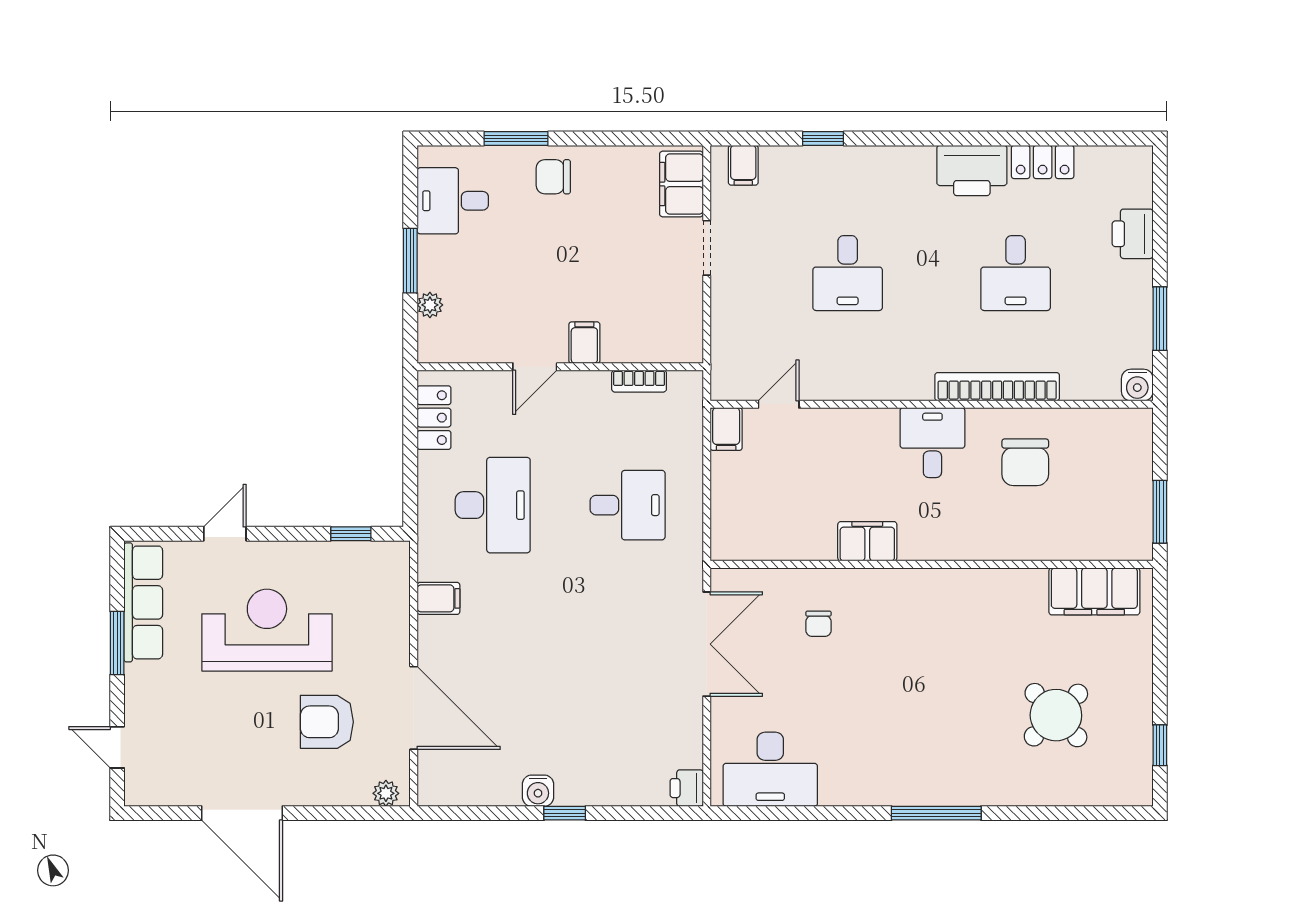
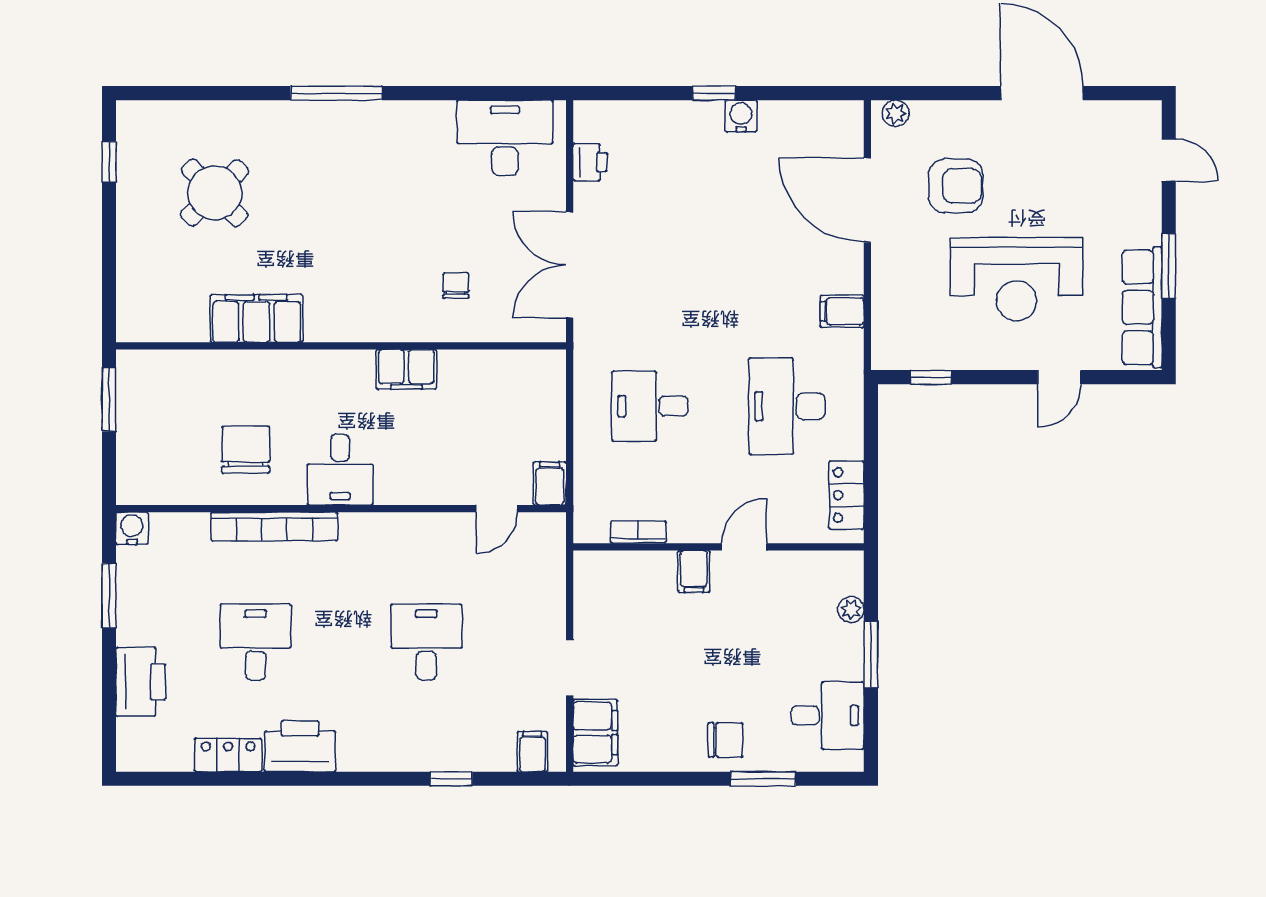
printer: (1133, 234) -> (141, 682), width x1.37, depth x1.19
filing cabinet: (1094, 591) -> (257, 319), moved
printer: (687, 788) -> (590, 162), moved

